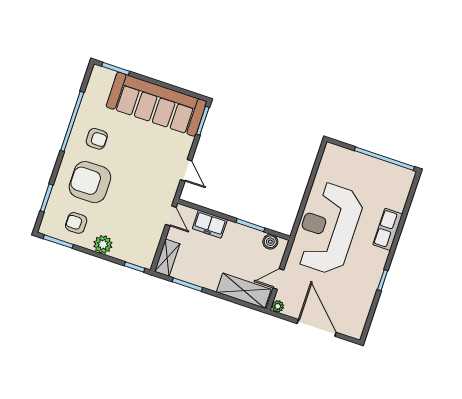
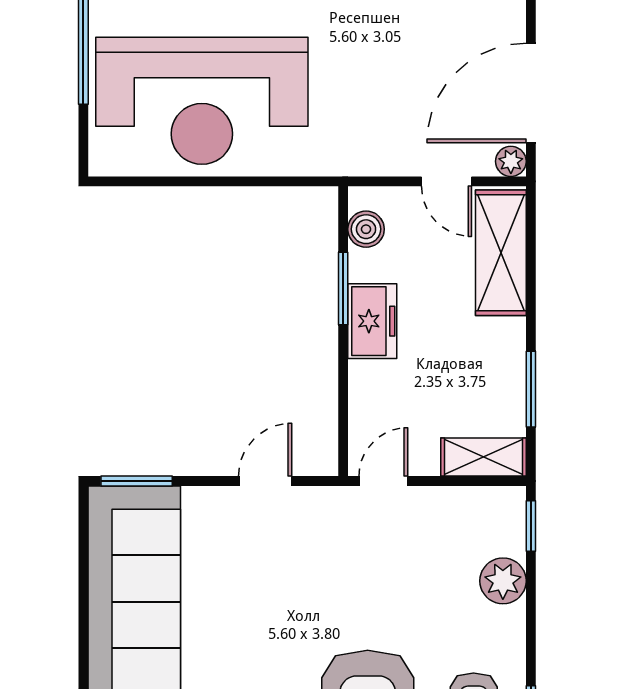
freezer: (210, 224) -> (372, 321), moved
reception desk: (328, 228) -> (202, 101), moved
plant: (103, 244) -> (503, 581), moved
door: (317, 328) -> (531, 93), moved

